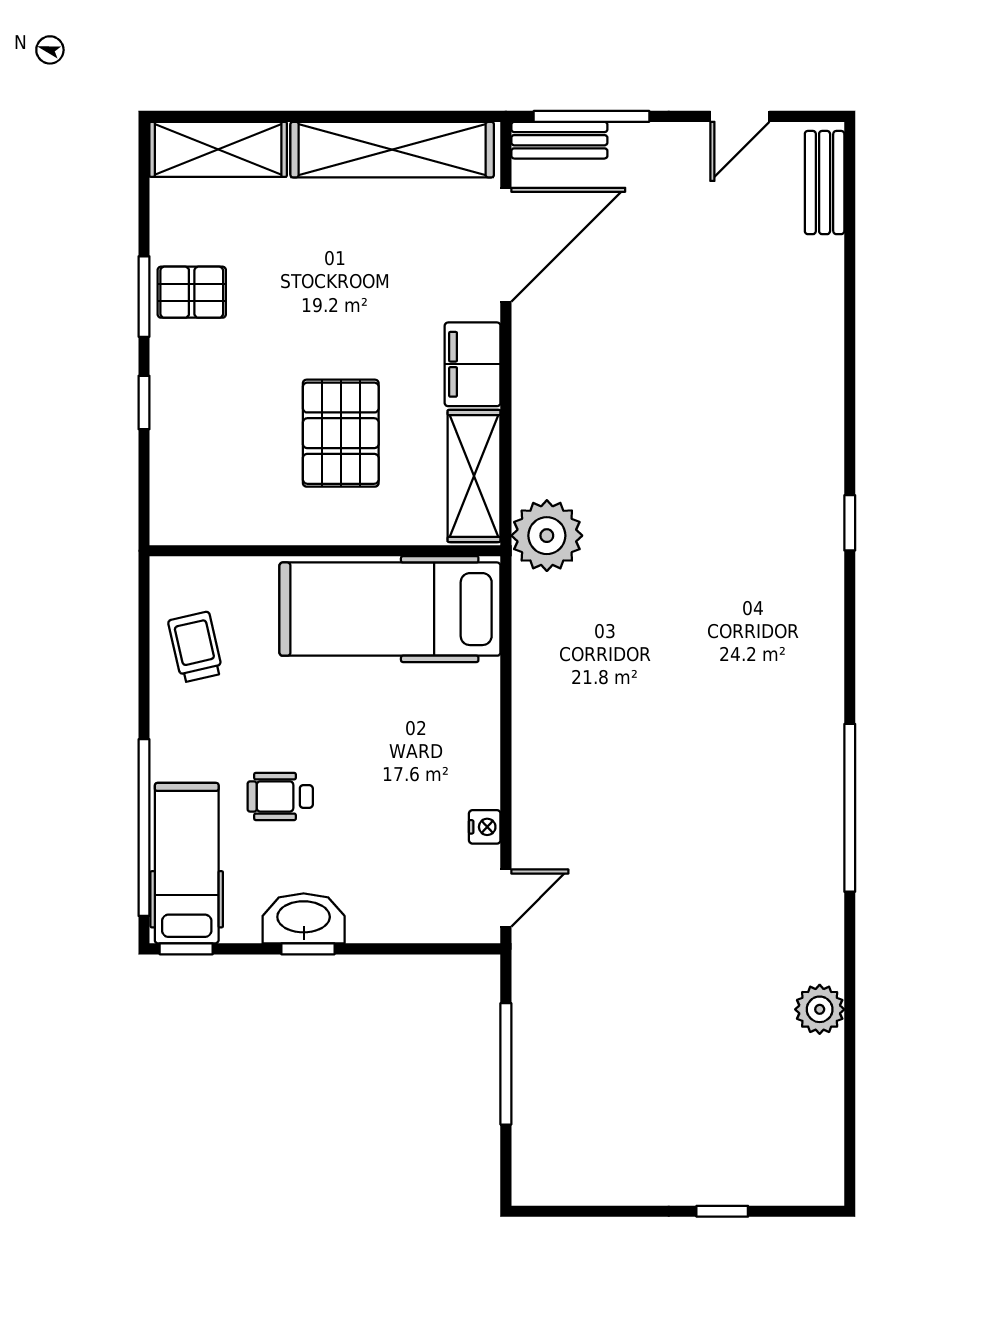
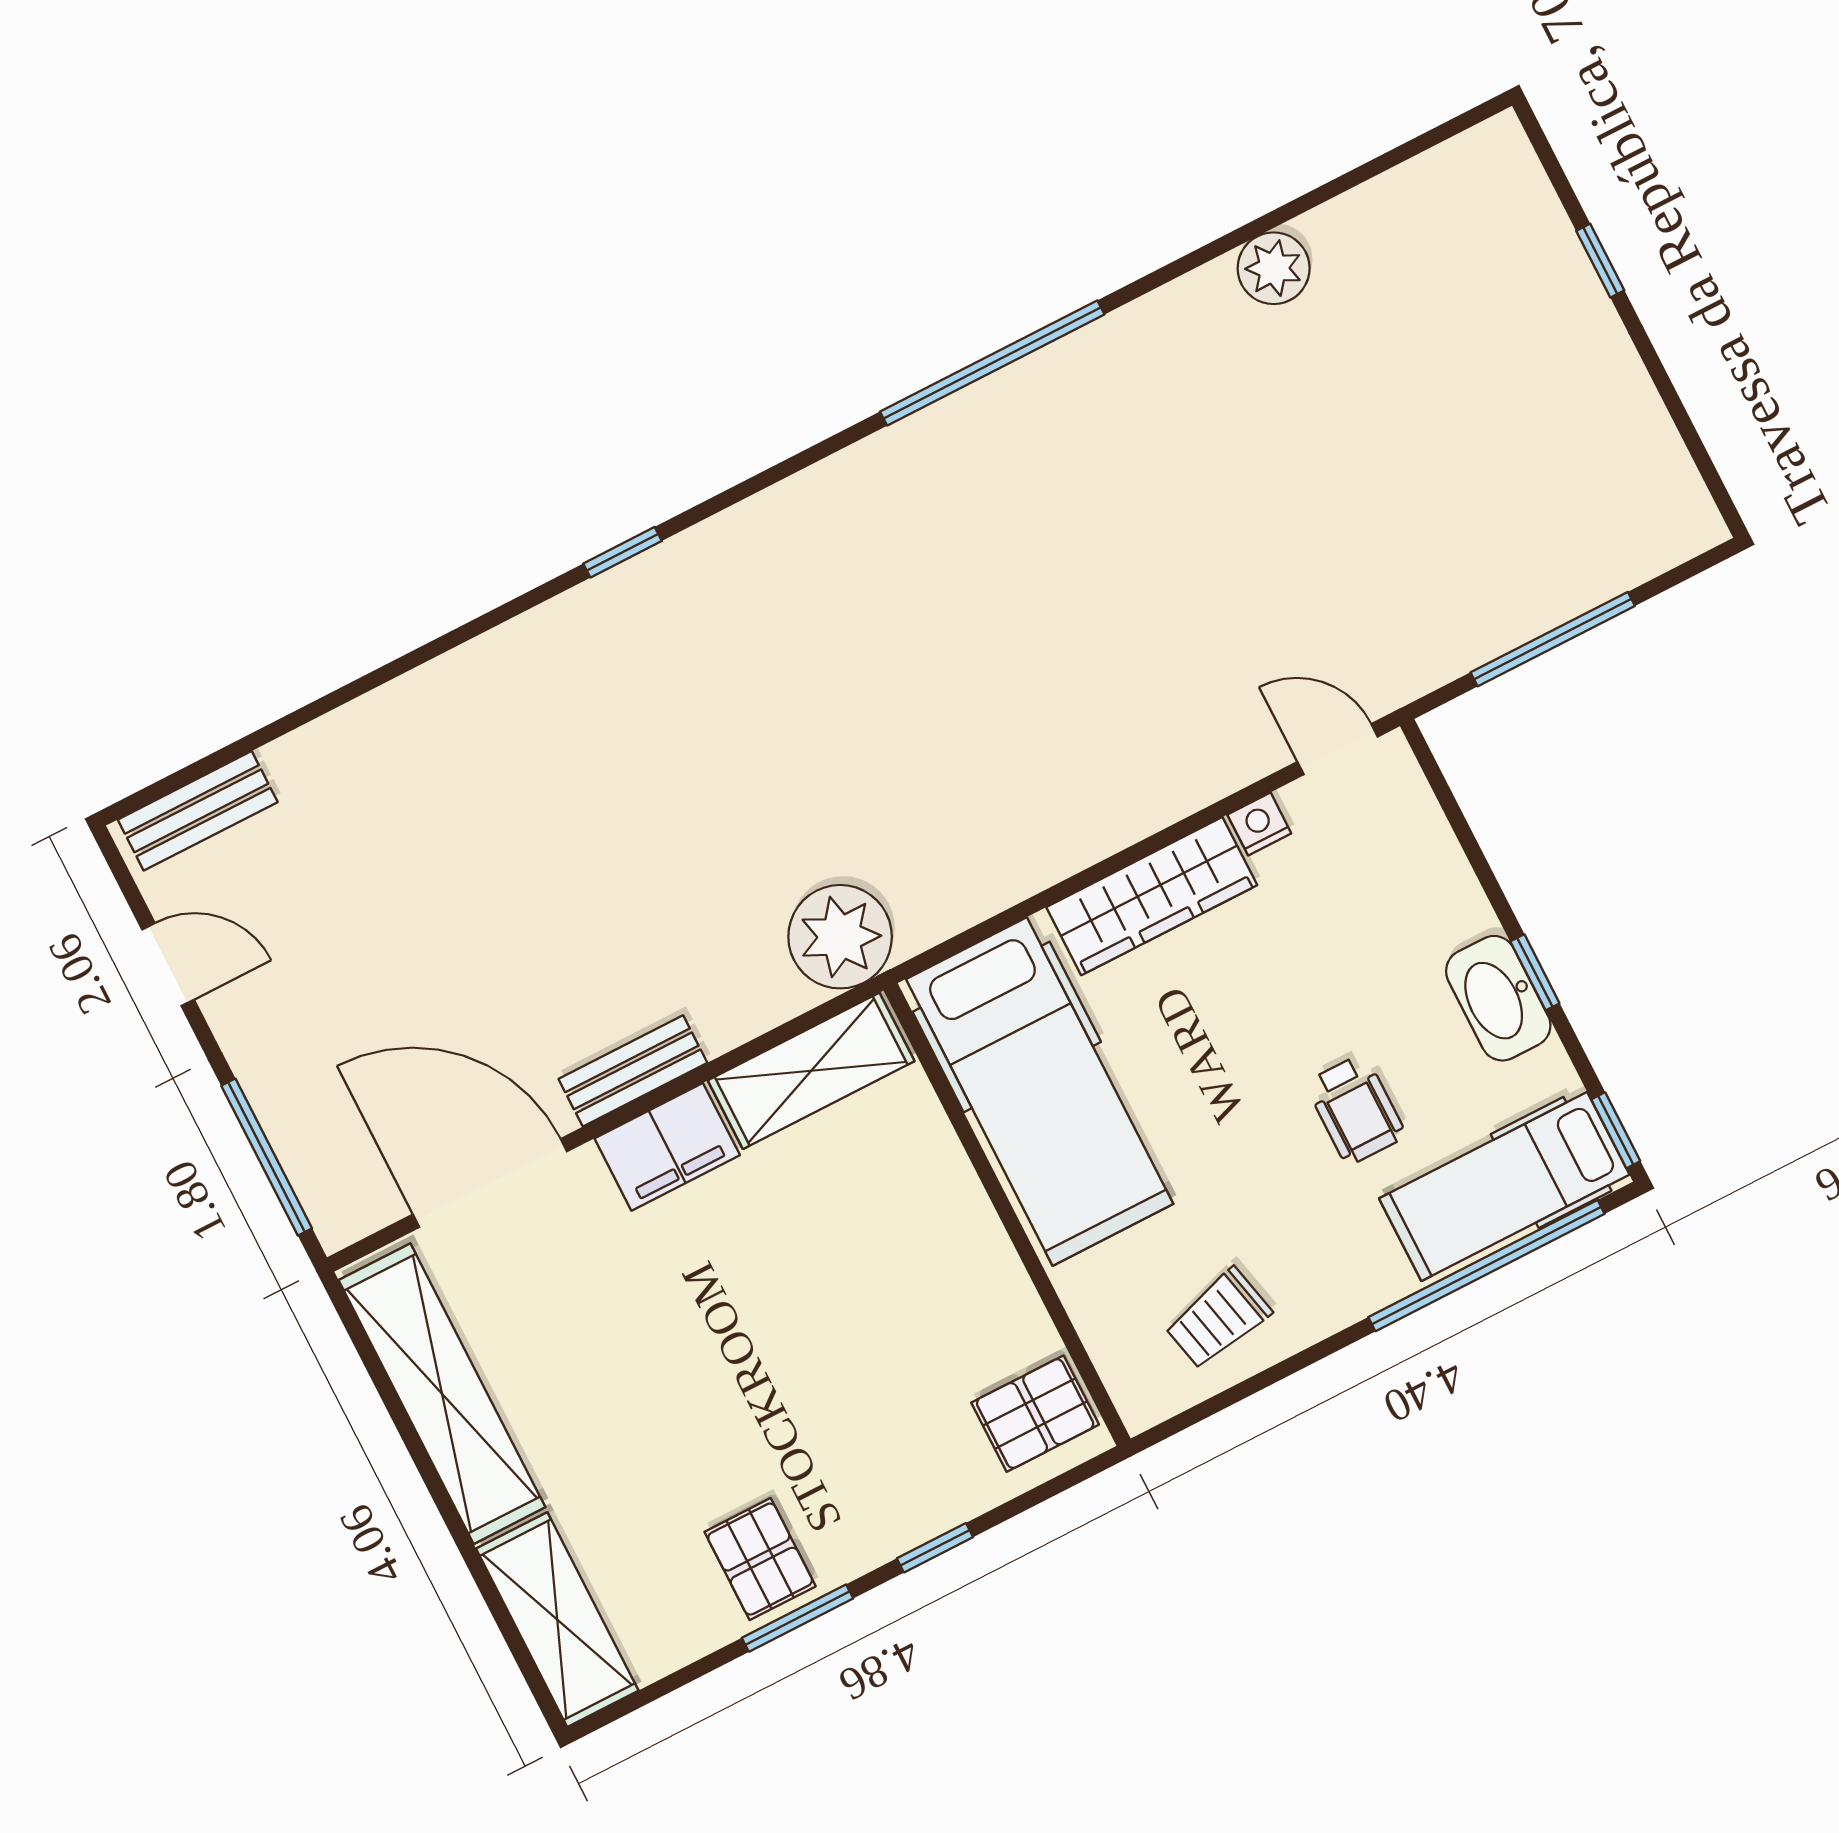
bench: (559, 140) -> (633, 1071), moved, turned 90
pallet: (341, 433) -> (1035, 1414), moved, width x0.67, depth x0.71
wardrobe: (474, 739) -> (1152, 896), added

